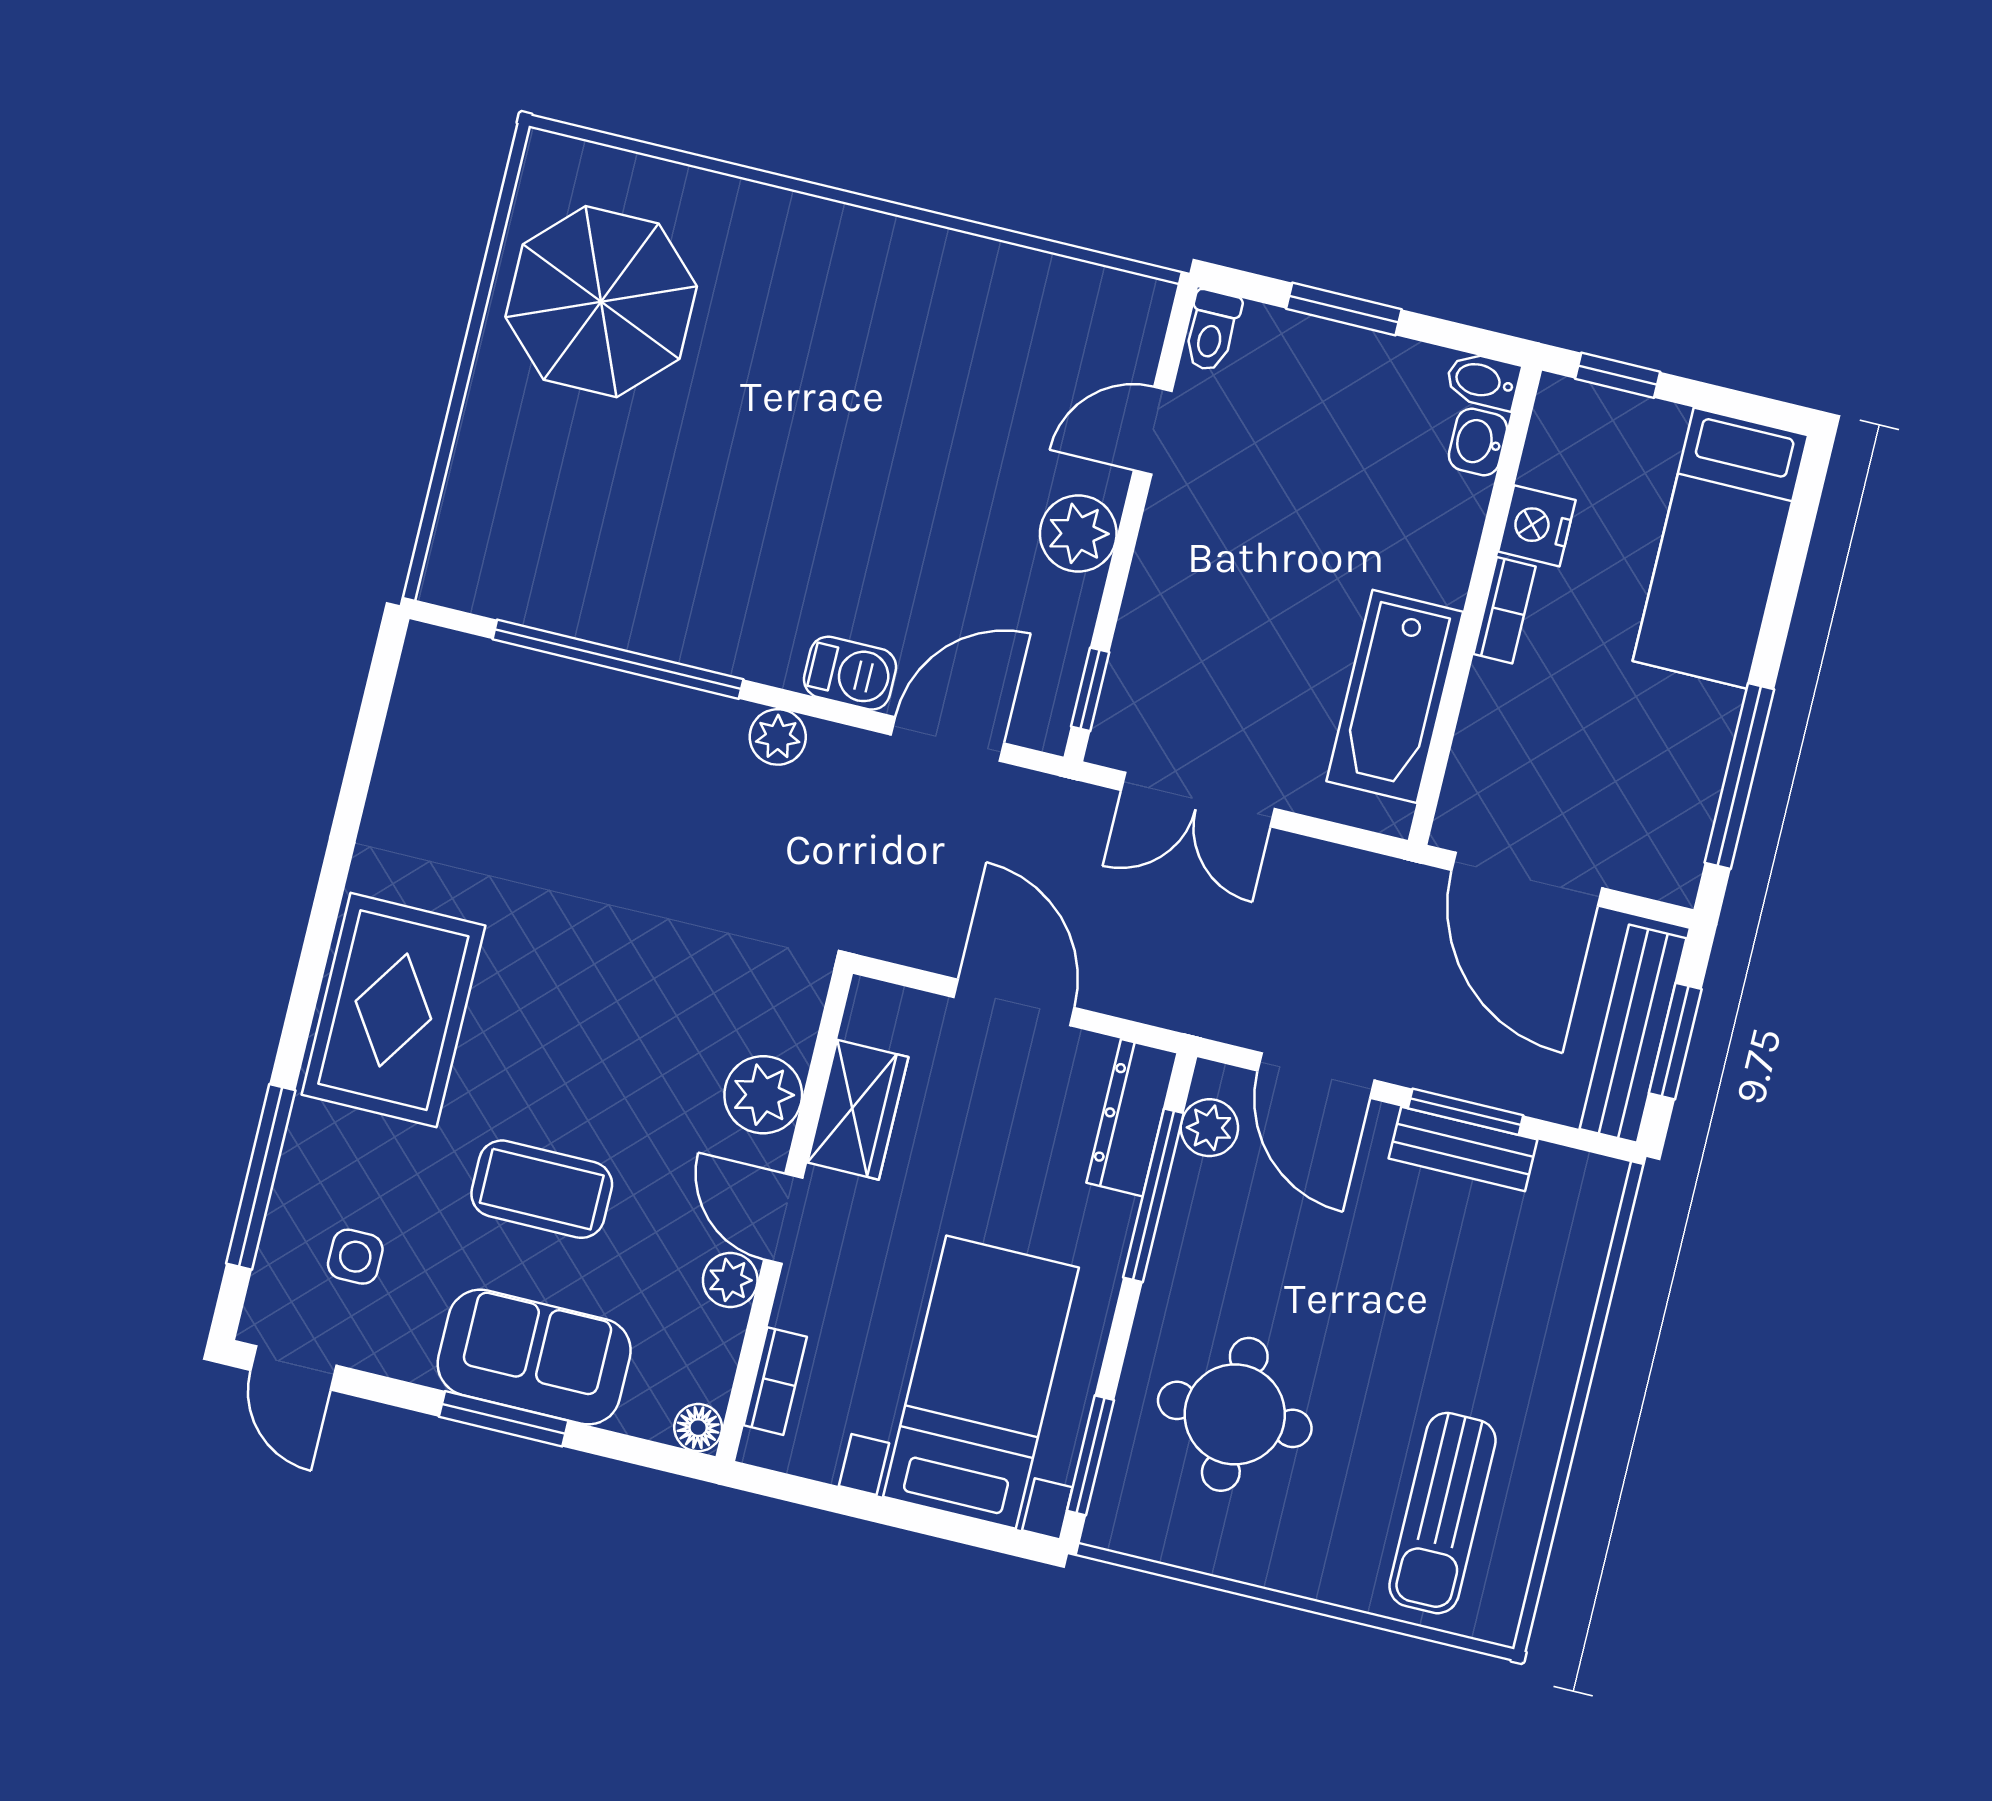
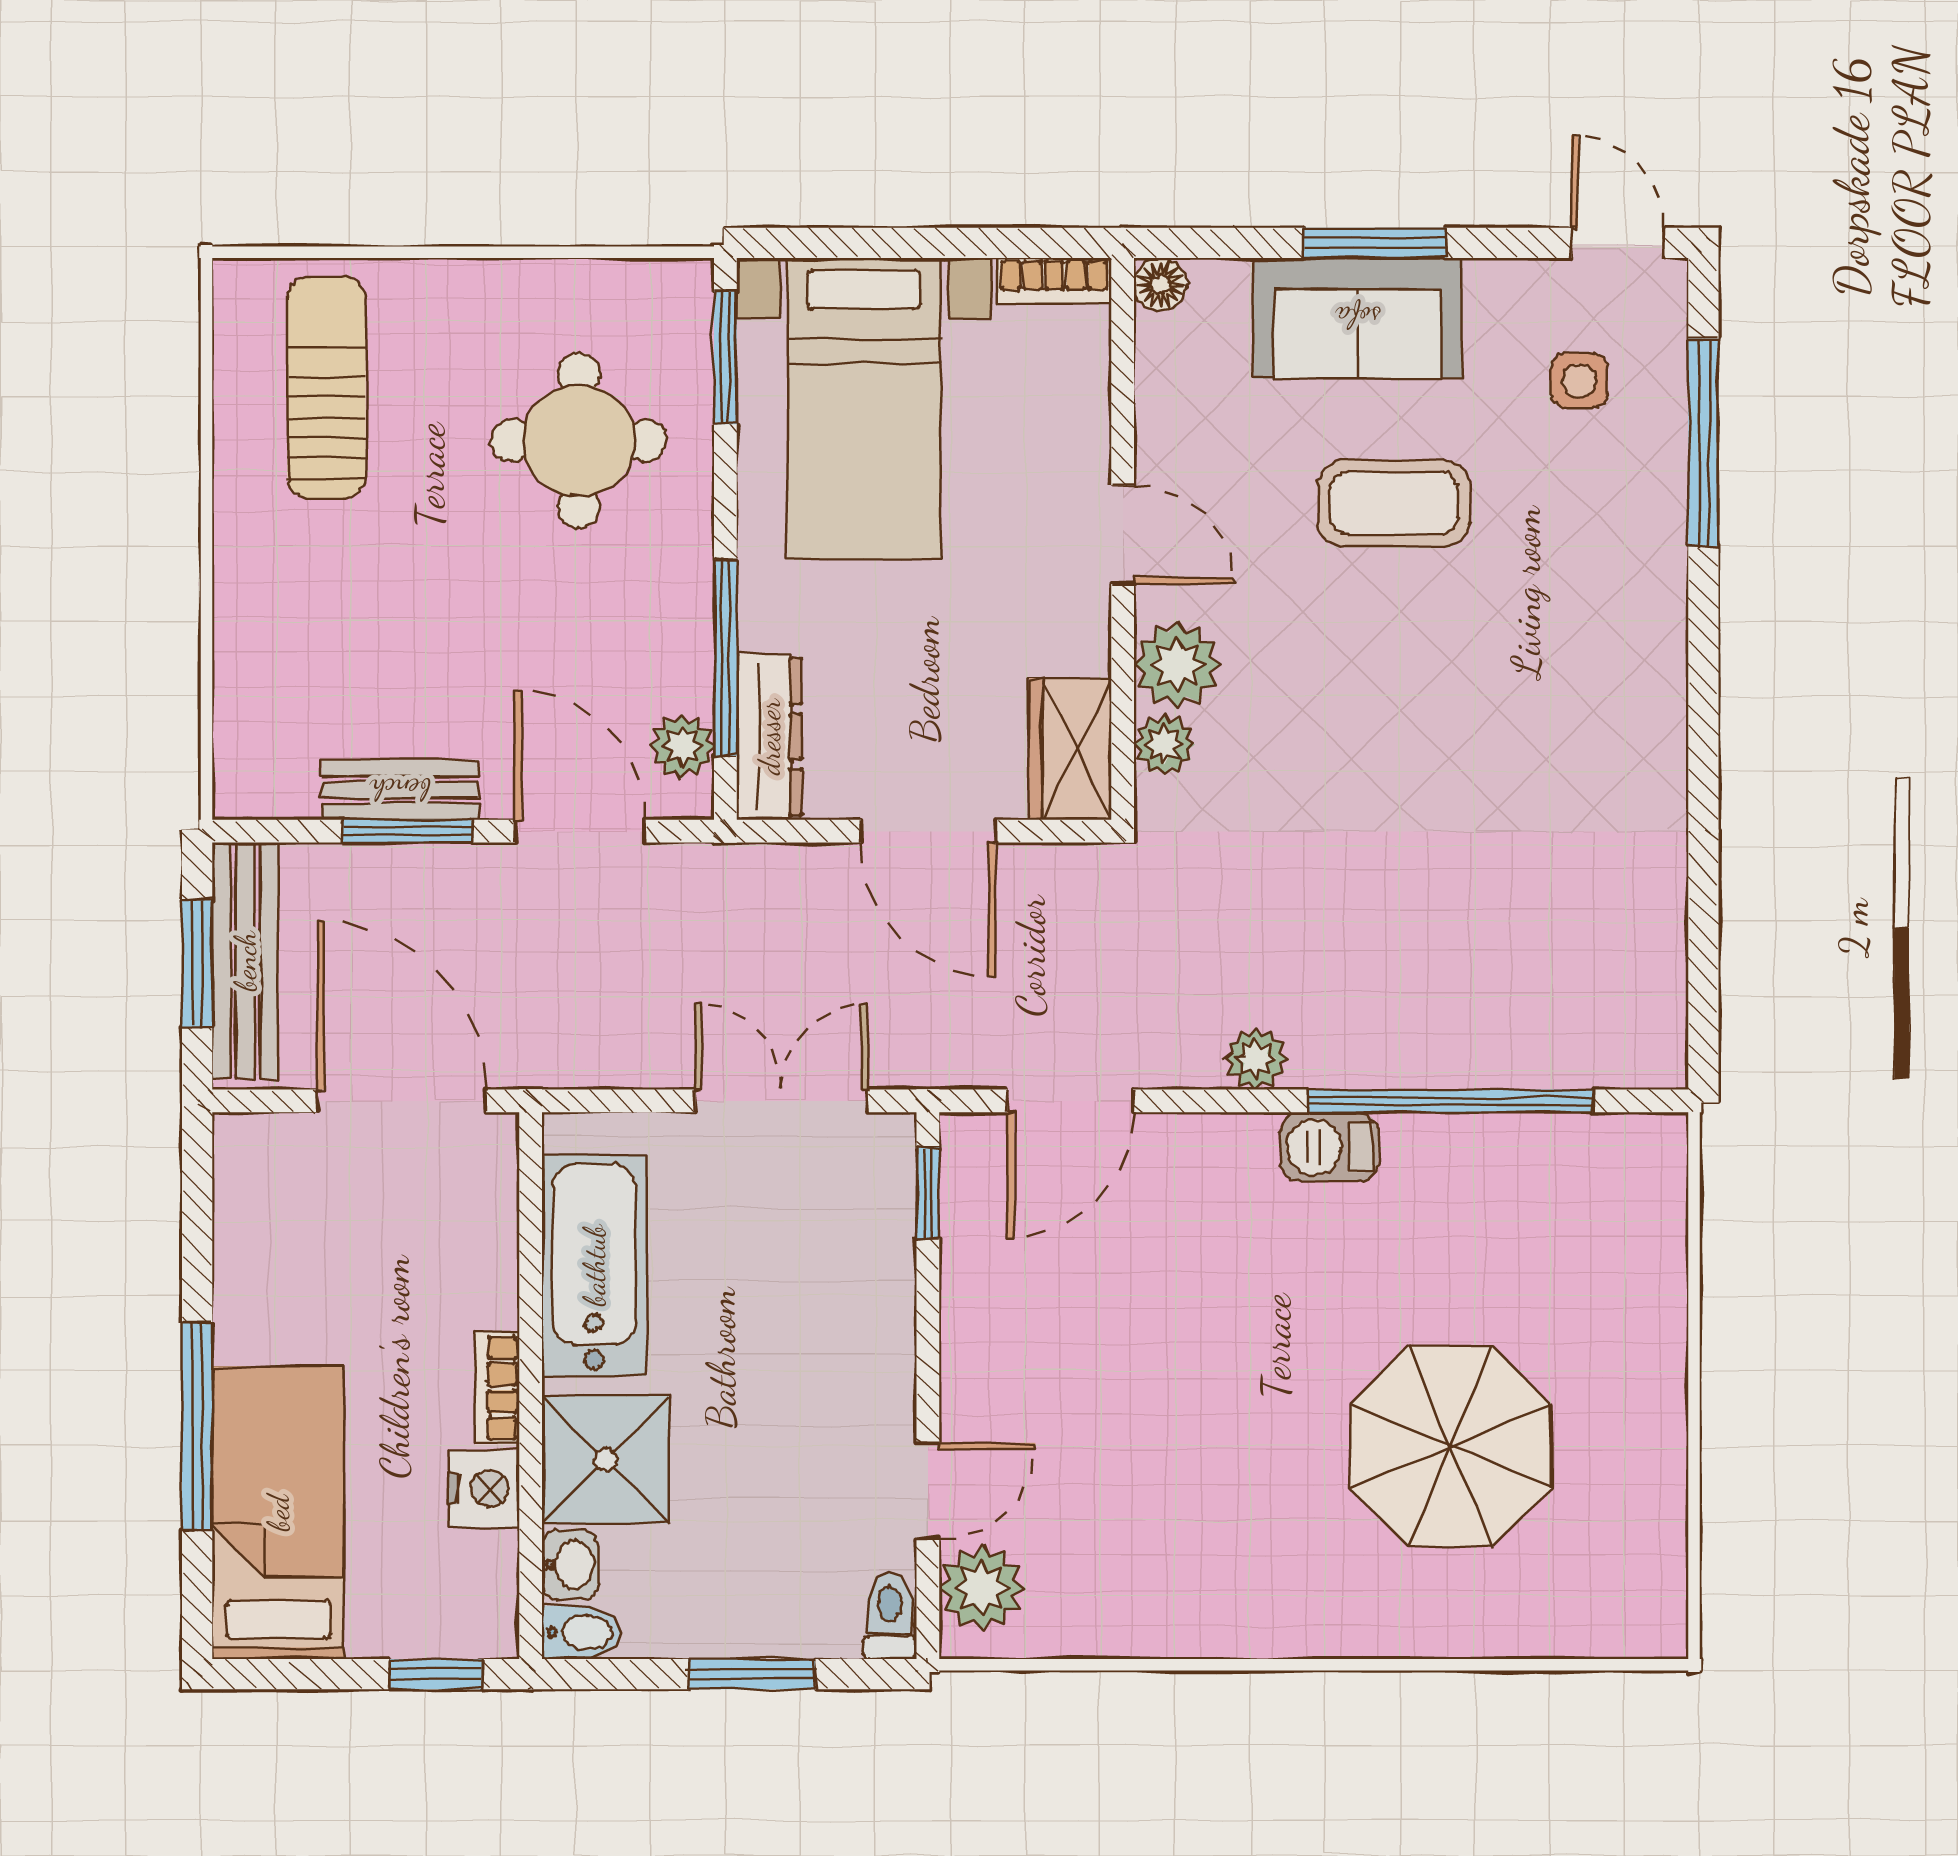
parasol: (601, 302) -> (1450, 1446), moved
shower: (1426, 525) -> (605, 1460), added
plant: (1078, 534) -> (982, 1588), moved
barbecue: (850, 673) -> (1329, 1147), moved
window: (1739, 776) -> (197, 1427), moved
rug: (393, 1010) -> (1603, 659), removed
wardrobe: (858, 1110) -> (1070, 749), moved
plant: (730, 1280) -> (1164, 745), moved
bookcase: (775, 1381) -> (1054, 281), moved, turned -90

